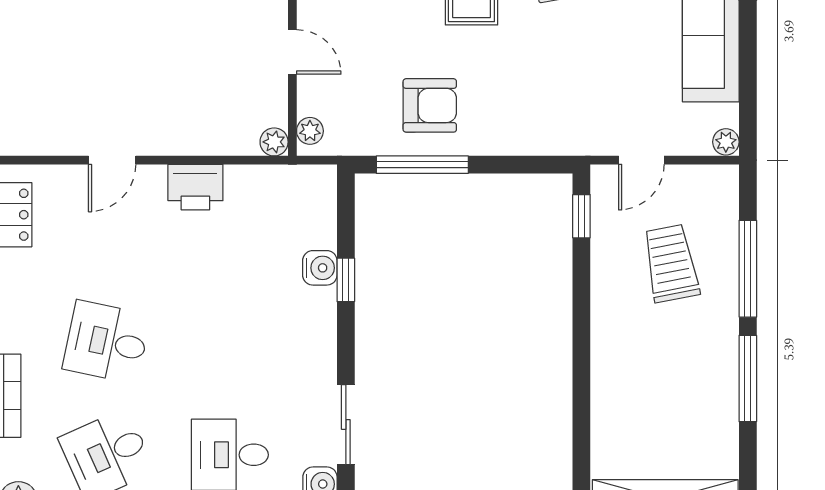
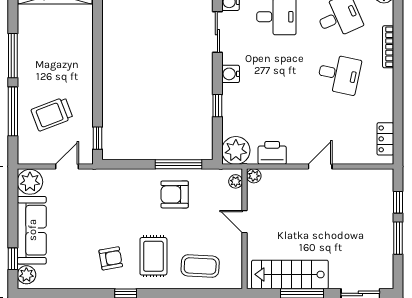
plant: (726, 142) -> (30, 182), width x1.88, depth x1.88
door: (112, 160) -> (320, 167), moved
printer: (195, 187) -> (272, 153), moved
plant: (310, 192) -> (236, 150), added
trolley: (671, 263) -> (52, 114), turned 80
water cooler: (320, 268) -> (231, 74), moved

